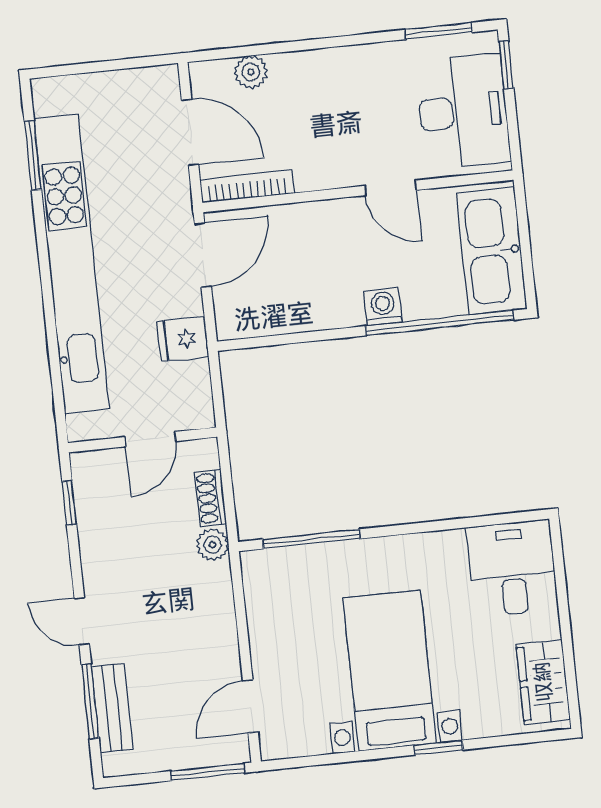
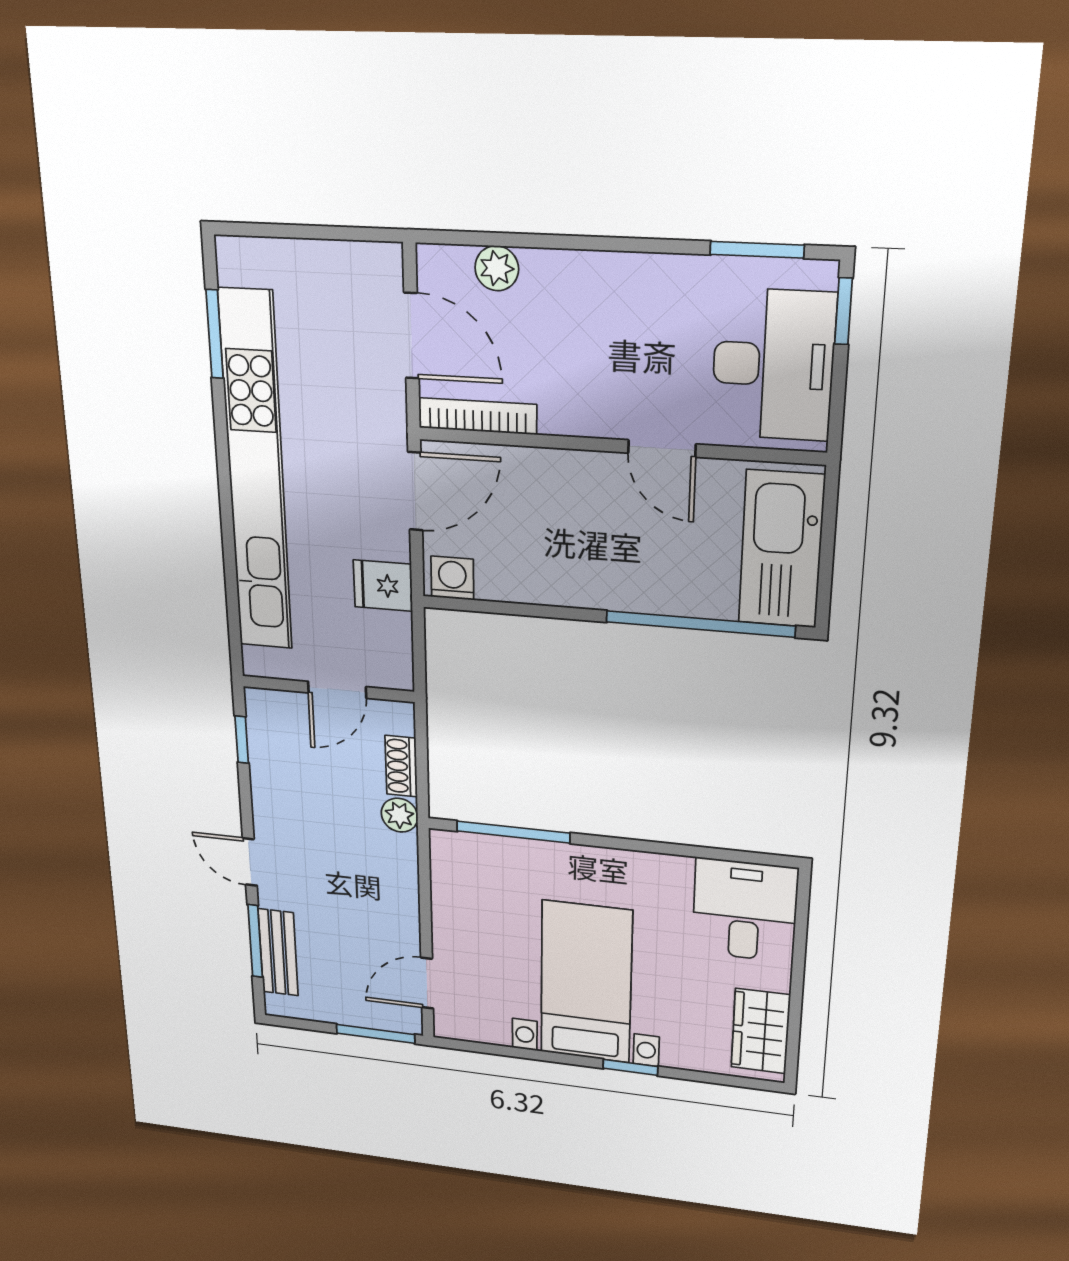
washing machine: (383, 307) -> (452, 578), moved

